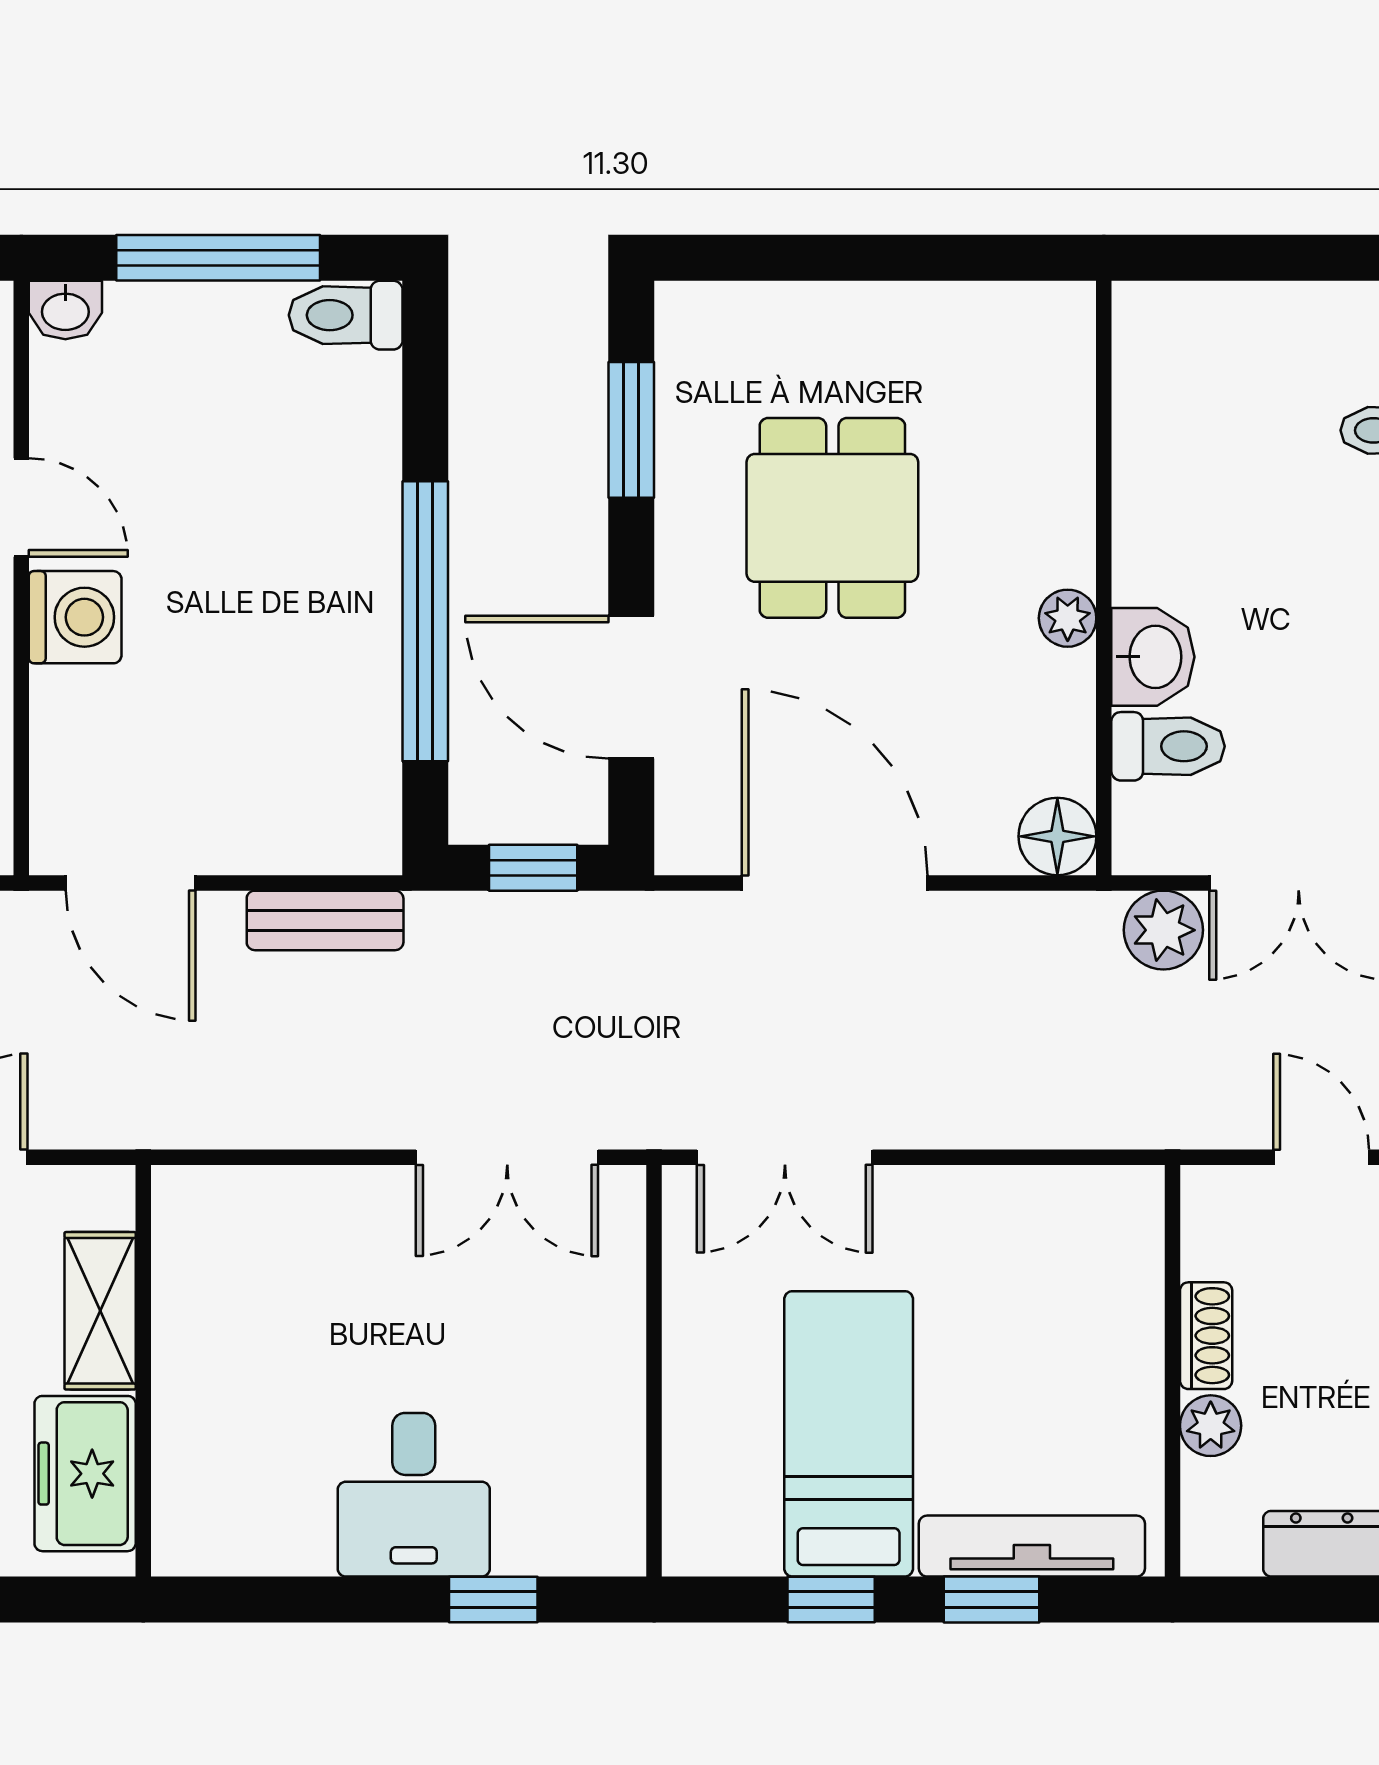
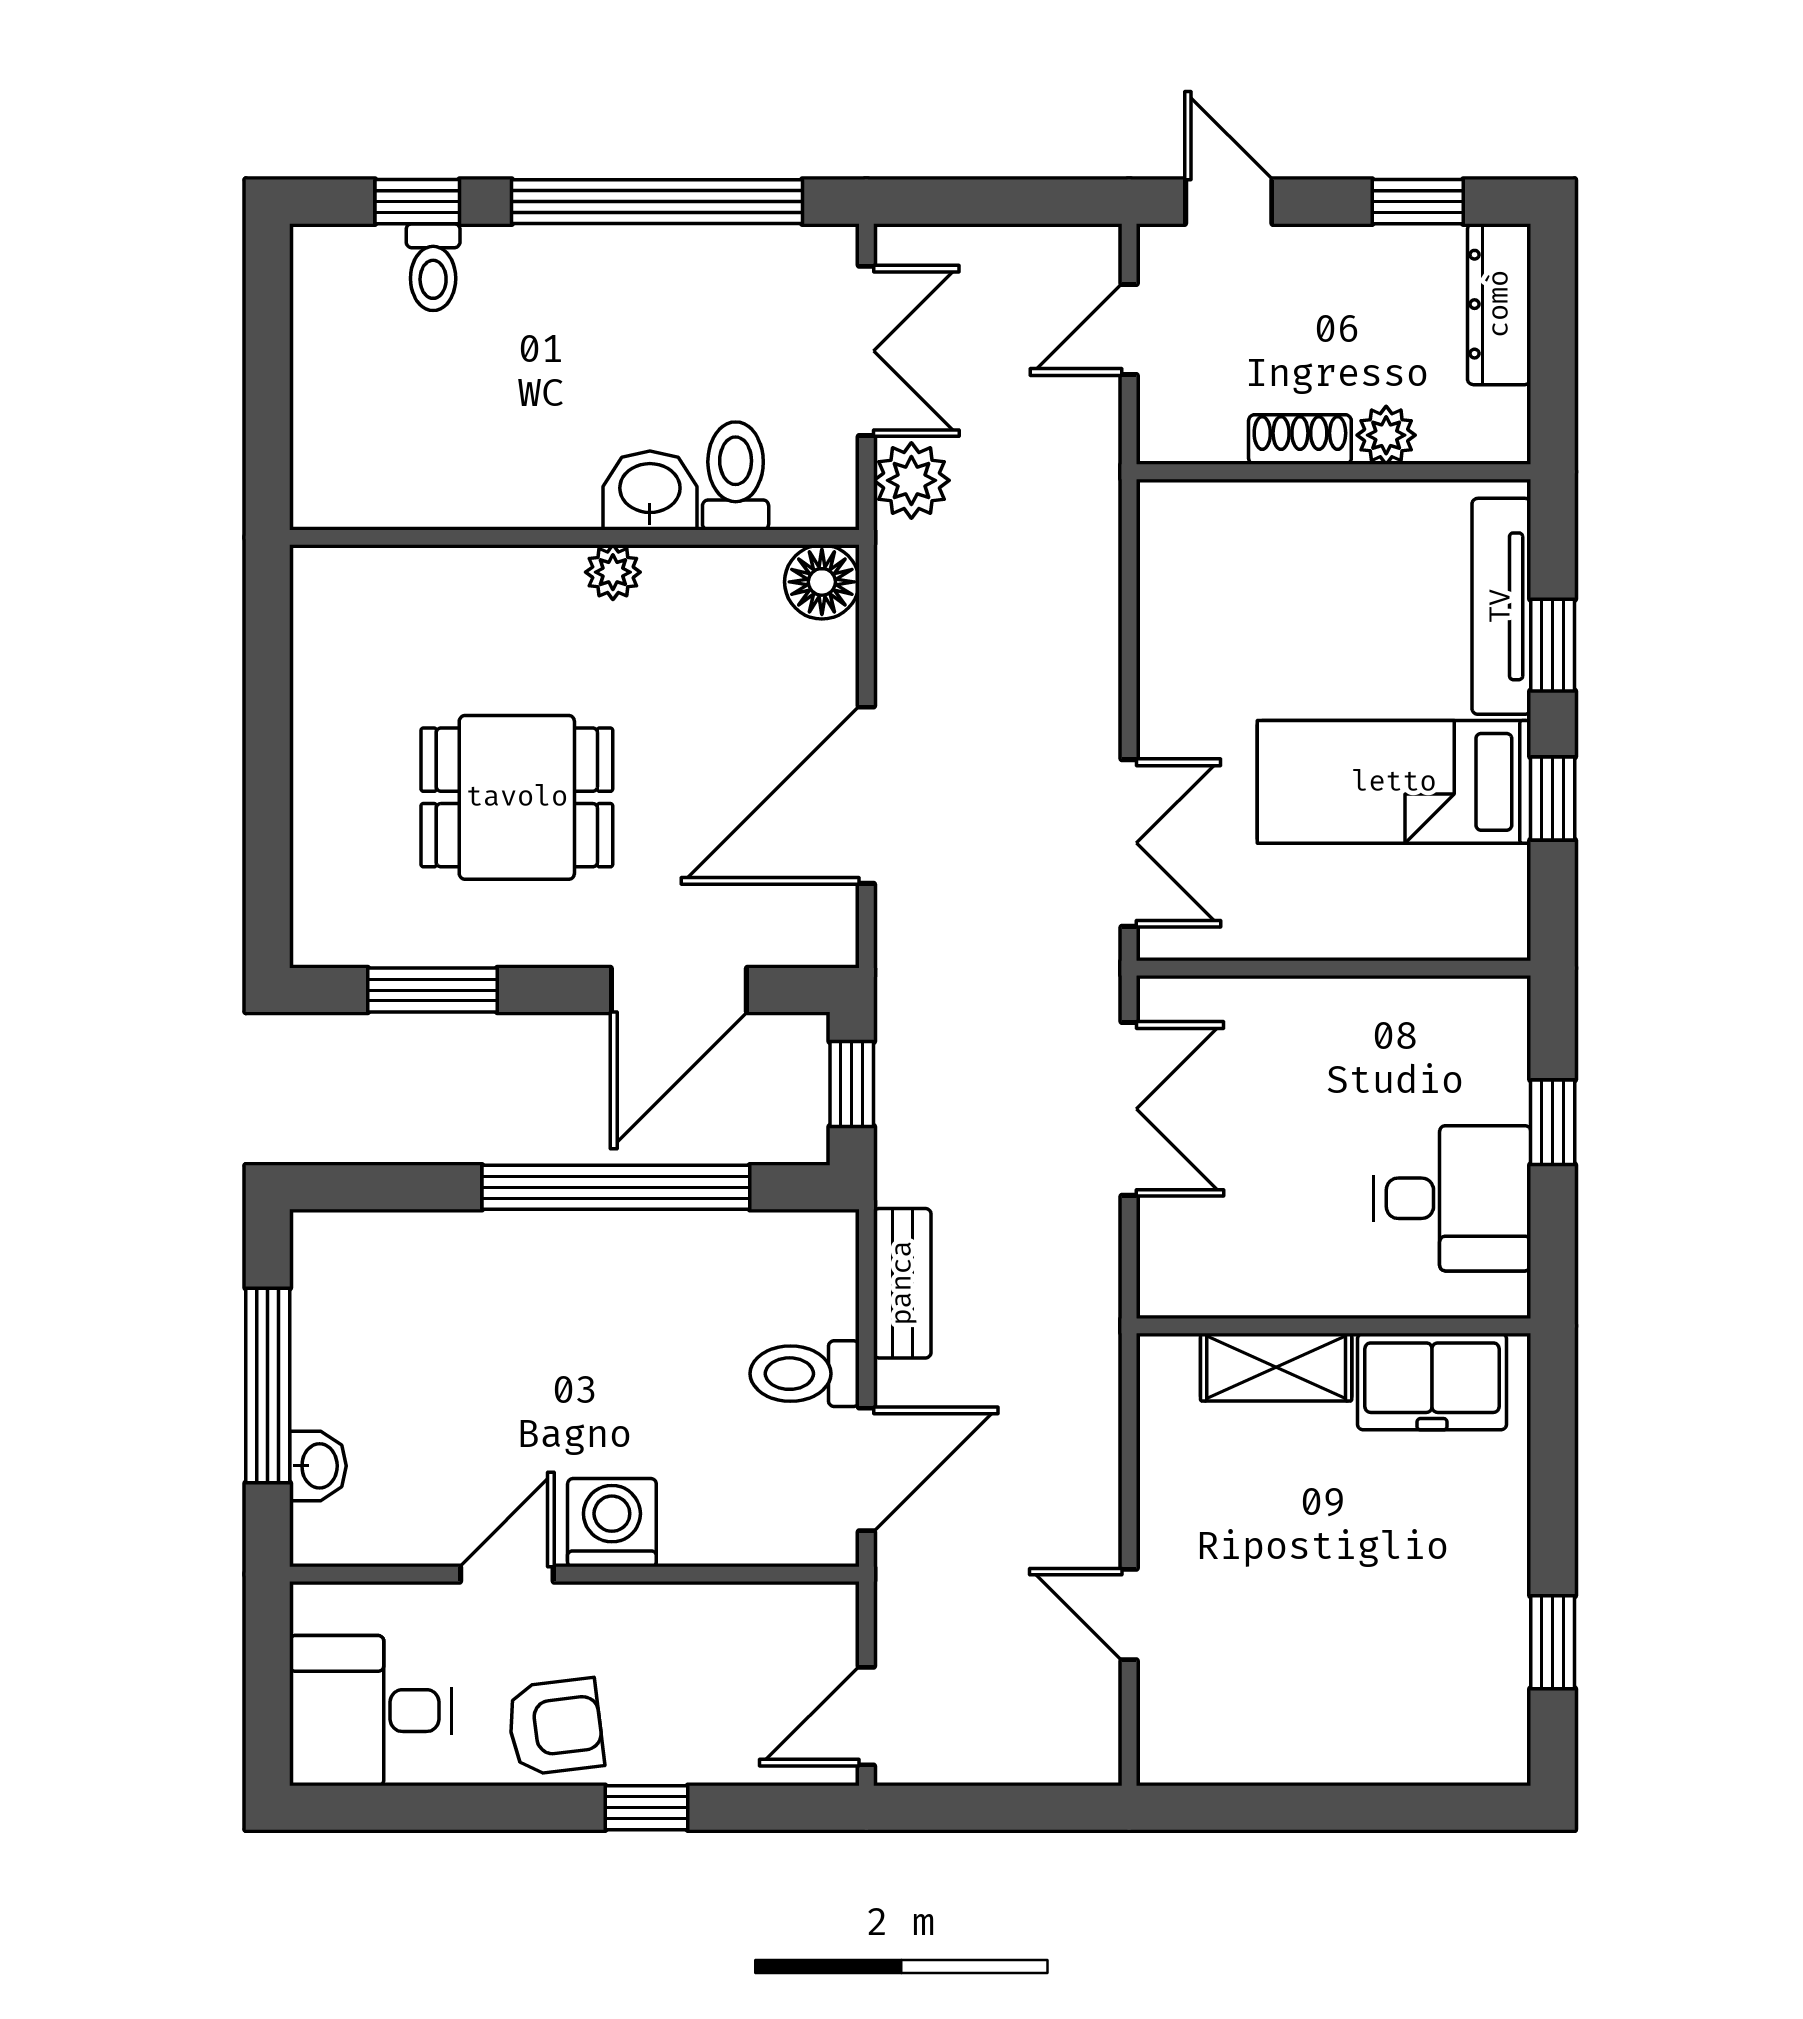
washbasin: (65, 310) -> (318, 1466), moved
toilet: (346, 315) -> (805, 1374), moved, turned 90
shelving: (100, 1311) -> (1276, 1367), moved
wall: (143, 1371) -> (1334, 1326), moved
freezer: (85, 1474) -> (1432, 1382), moved

